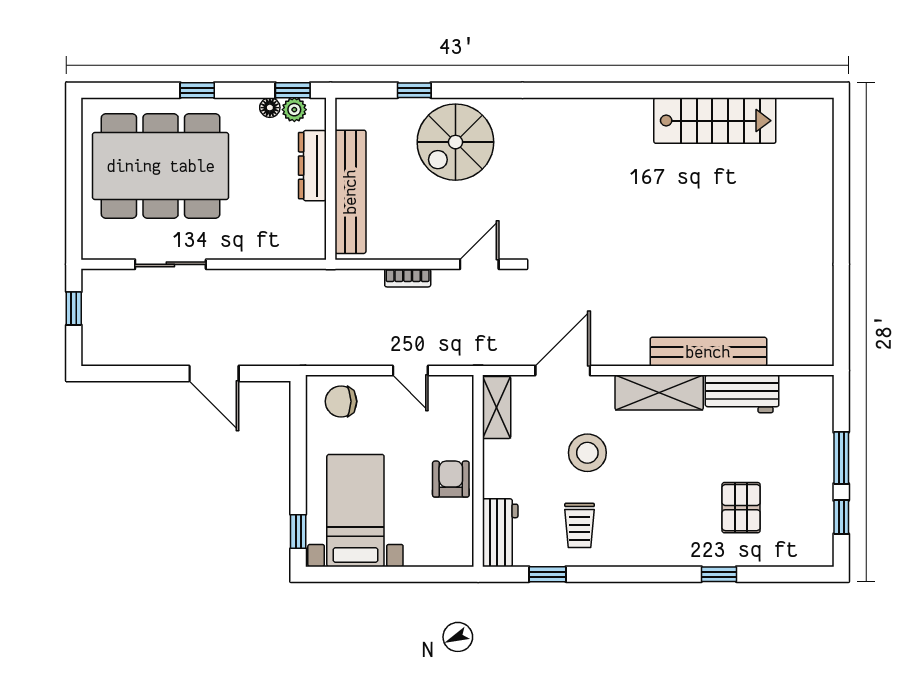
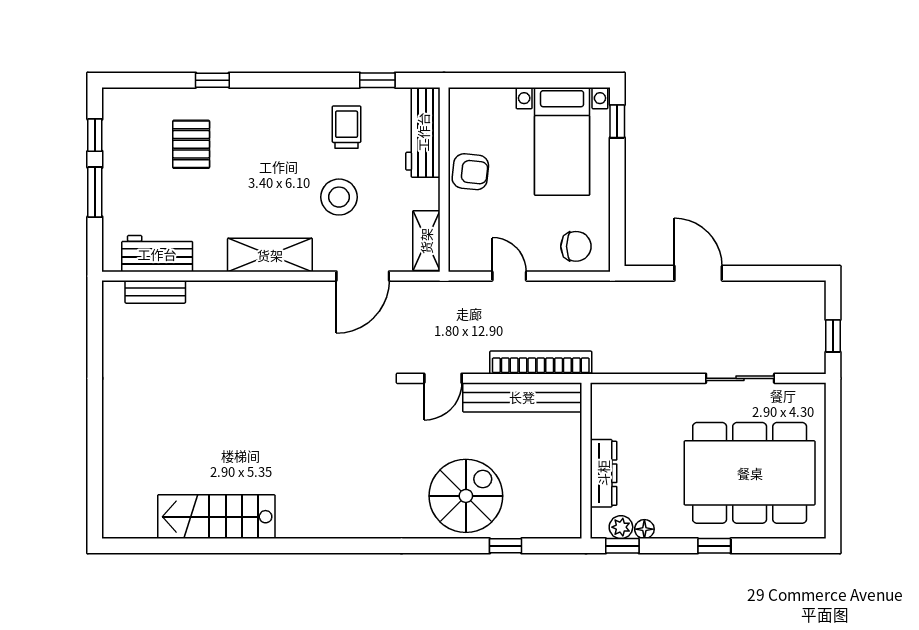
bench: (350, 192) -> (522, 397), moved, turned 90
bookcase: (408, 278) -> (541, 363), width x2.31, depth x1.31
bench: (708, 352) -> (155, 292), moved, width x0.54, depth x0.82
workbench: (742, 394) -> (157, 254), moved
armchair: (451, 479) -> (470, 172), turned -84
workbench: (500, 533) -> (423, 132), width x1.38

